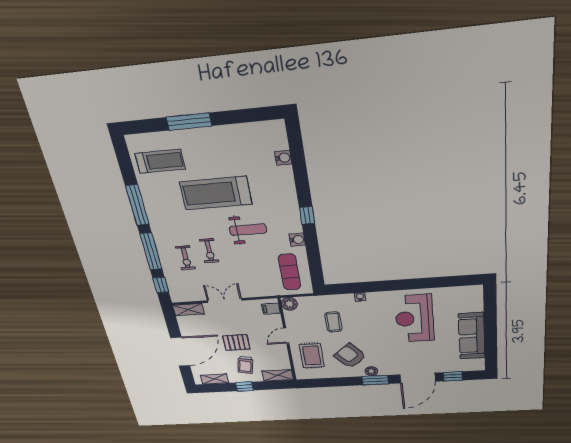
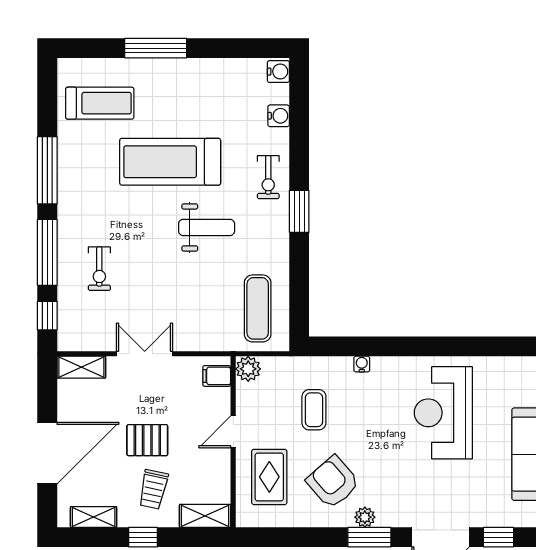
window: (307, 215) -> (299, 211), width x1.50
water cooler: (297, 240) -> (278, 72), moved
exercise bike: (209, 251) -> (268, 177), moved

